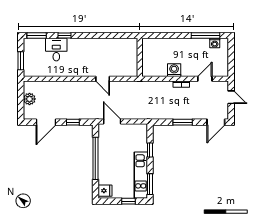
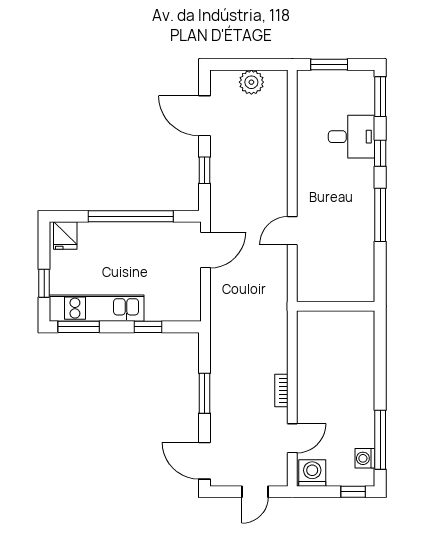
window: (95, 36) -> (380, 215), added
window: (231, 49) -> (353, 492), added
washing machine: (174, 70) -> (312, 473), moved, turned -90
door: (205, 79) -> (292, 438), hinge flipped

